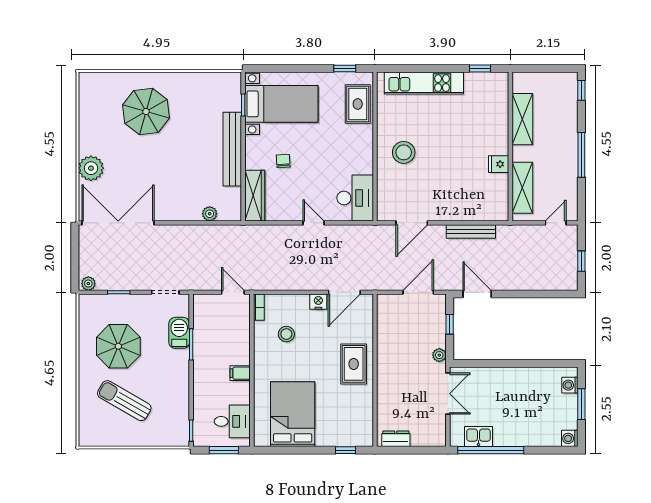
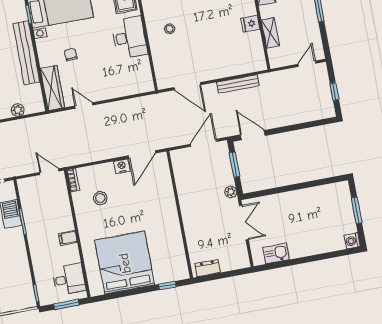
stool: (404, 152) -> (170, 29), width x0.53, depth x0.53
shelving: (522, 188) -> (270, 33), width x0.67, depth x0.75
desk: (355, 198) -> (129, 37), moved
door: (314, 223) -> (84, 105), moved
door: (412, 223) -> (187, 86), hinge flipped
window: (450, 324) -> (235, 165), width x1.50
rug: (354, 364) -> (161, 213), removed
washing machine: (570, 385) -> (344, 196), removed
bed: (293, 414) -> (125, 263), width x1.36
window: (491, 450) -> (288, 263), removed

